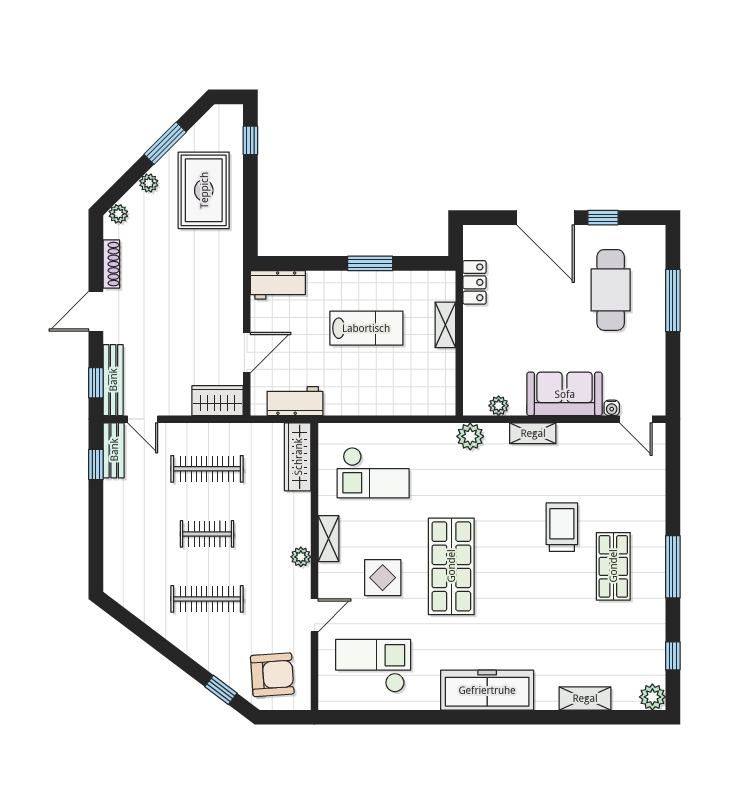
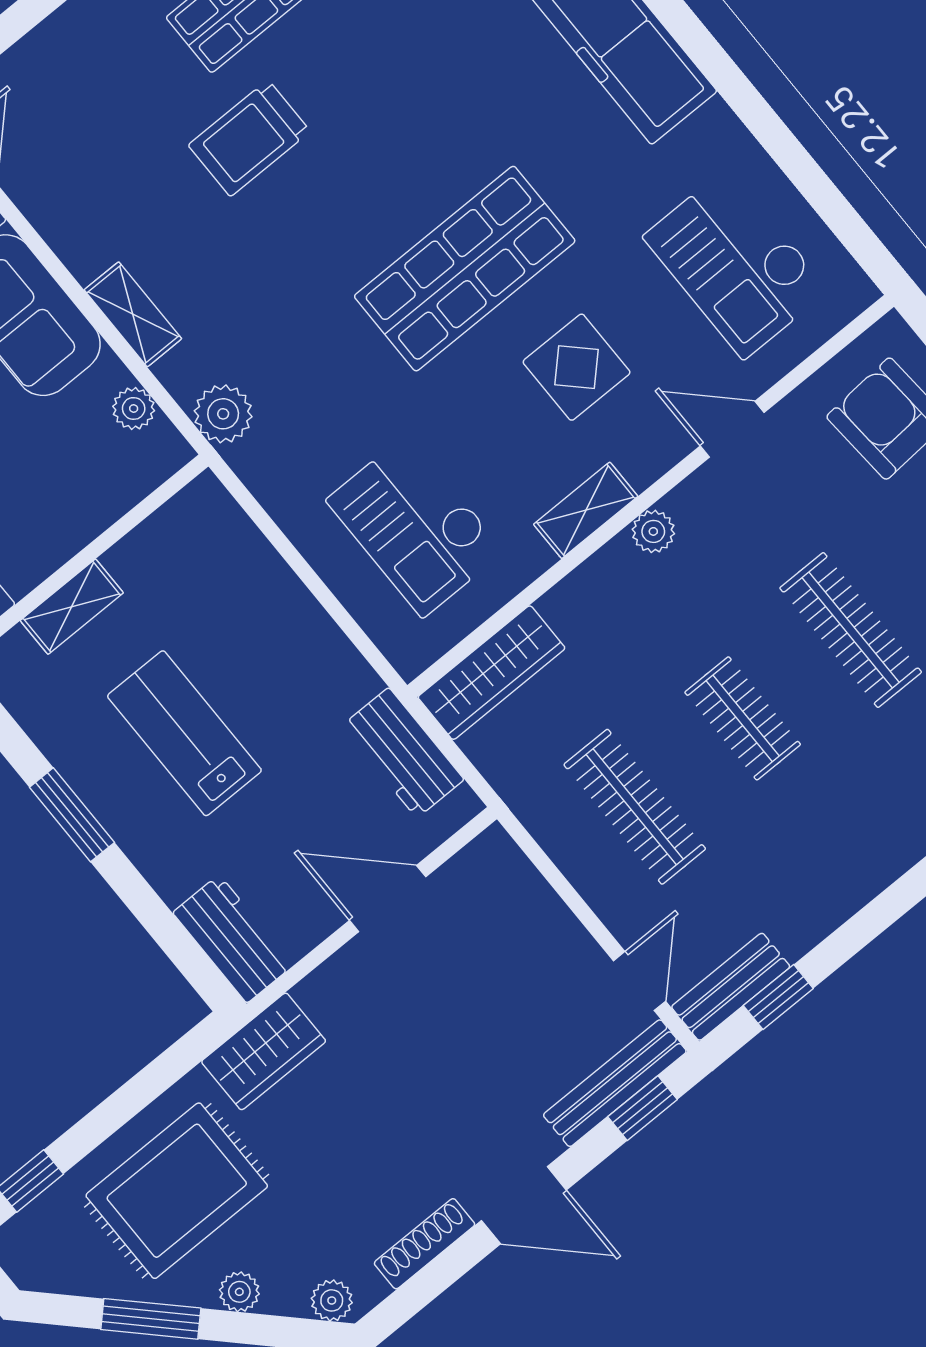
wardrobe: (217, 401) -> (264, 1051), moved, turned -90
checkout: (373, 473) -> (415, 526), turned 180

